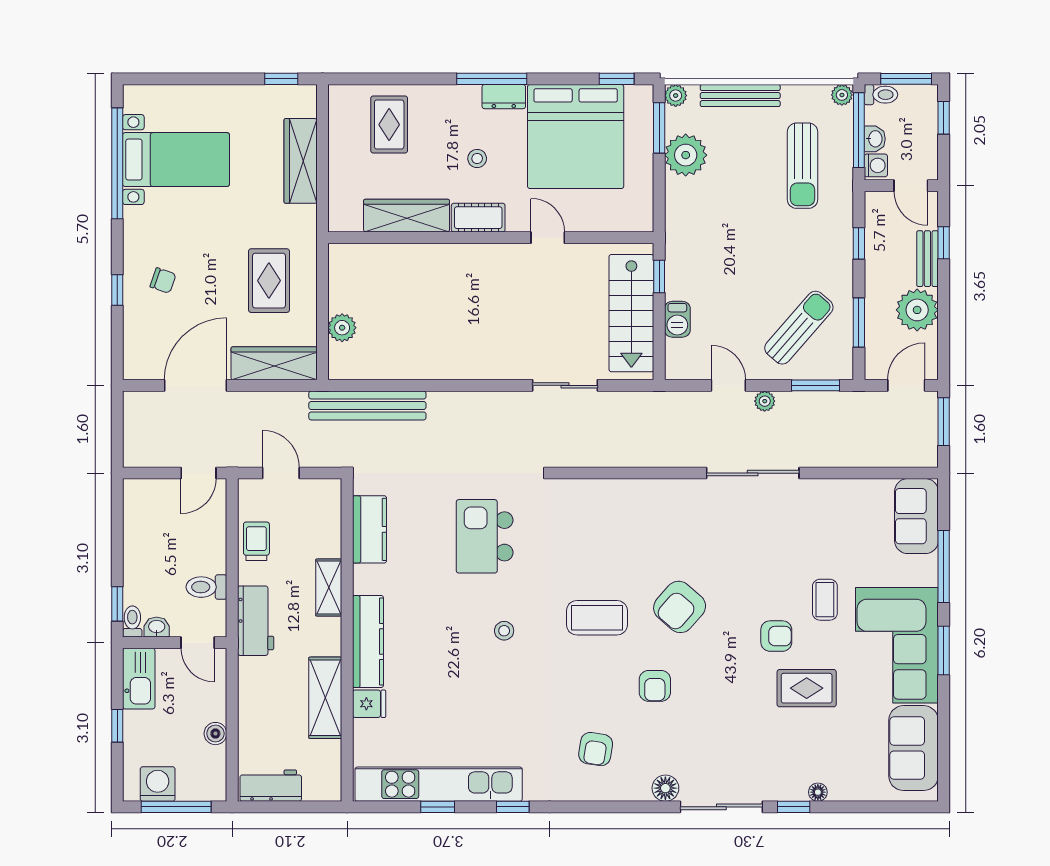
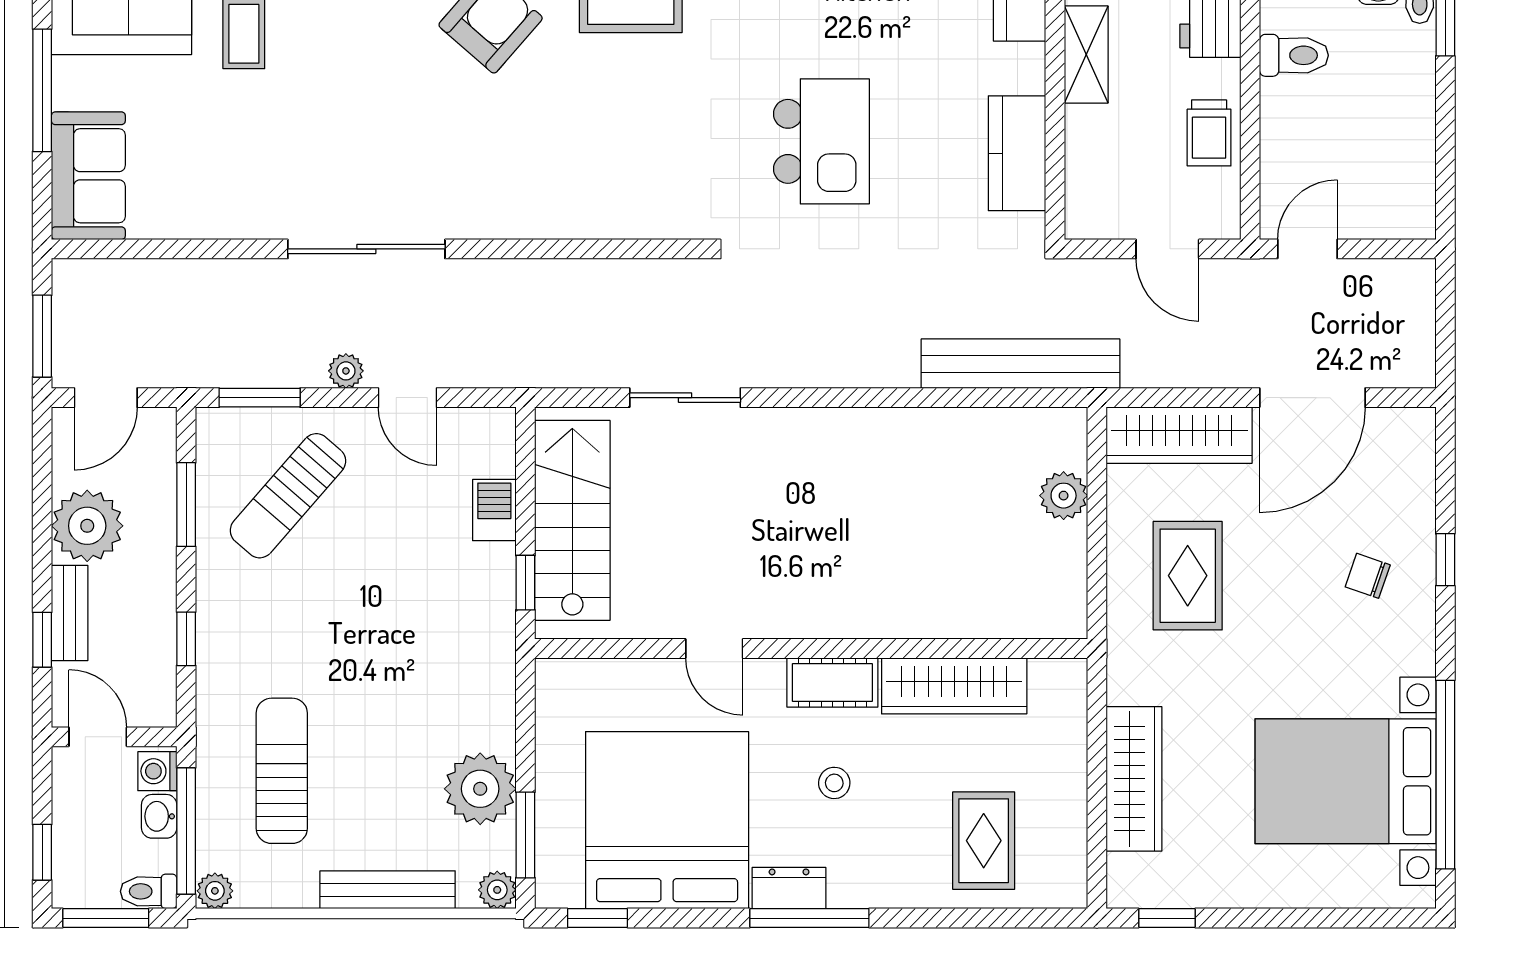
bed with nightstands: (176, 160) -> (1346, 781), width x1.36

